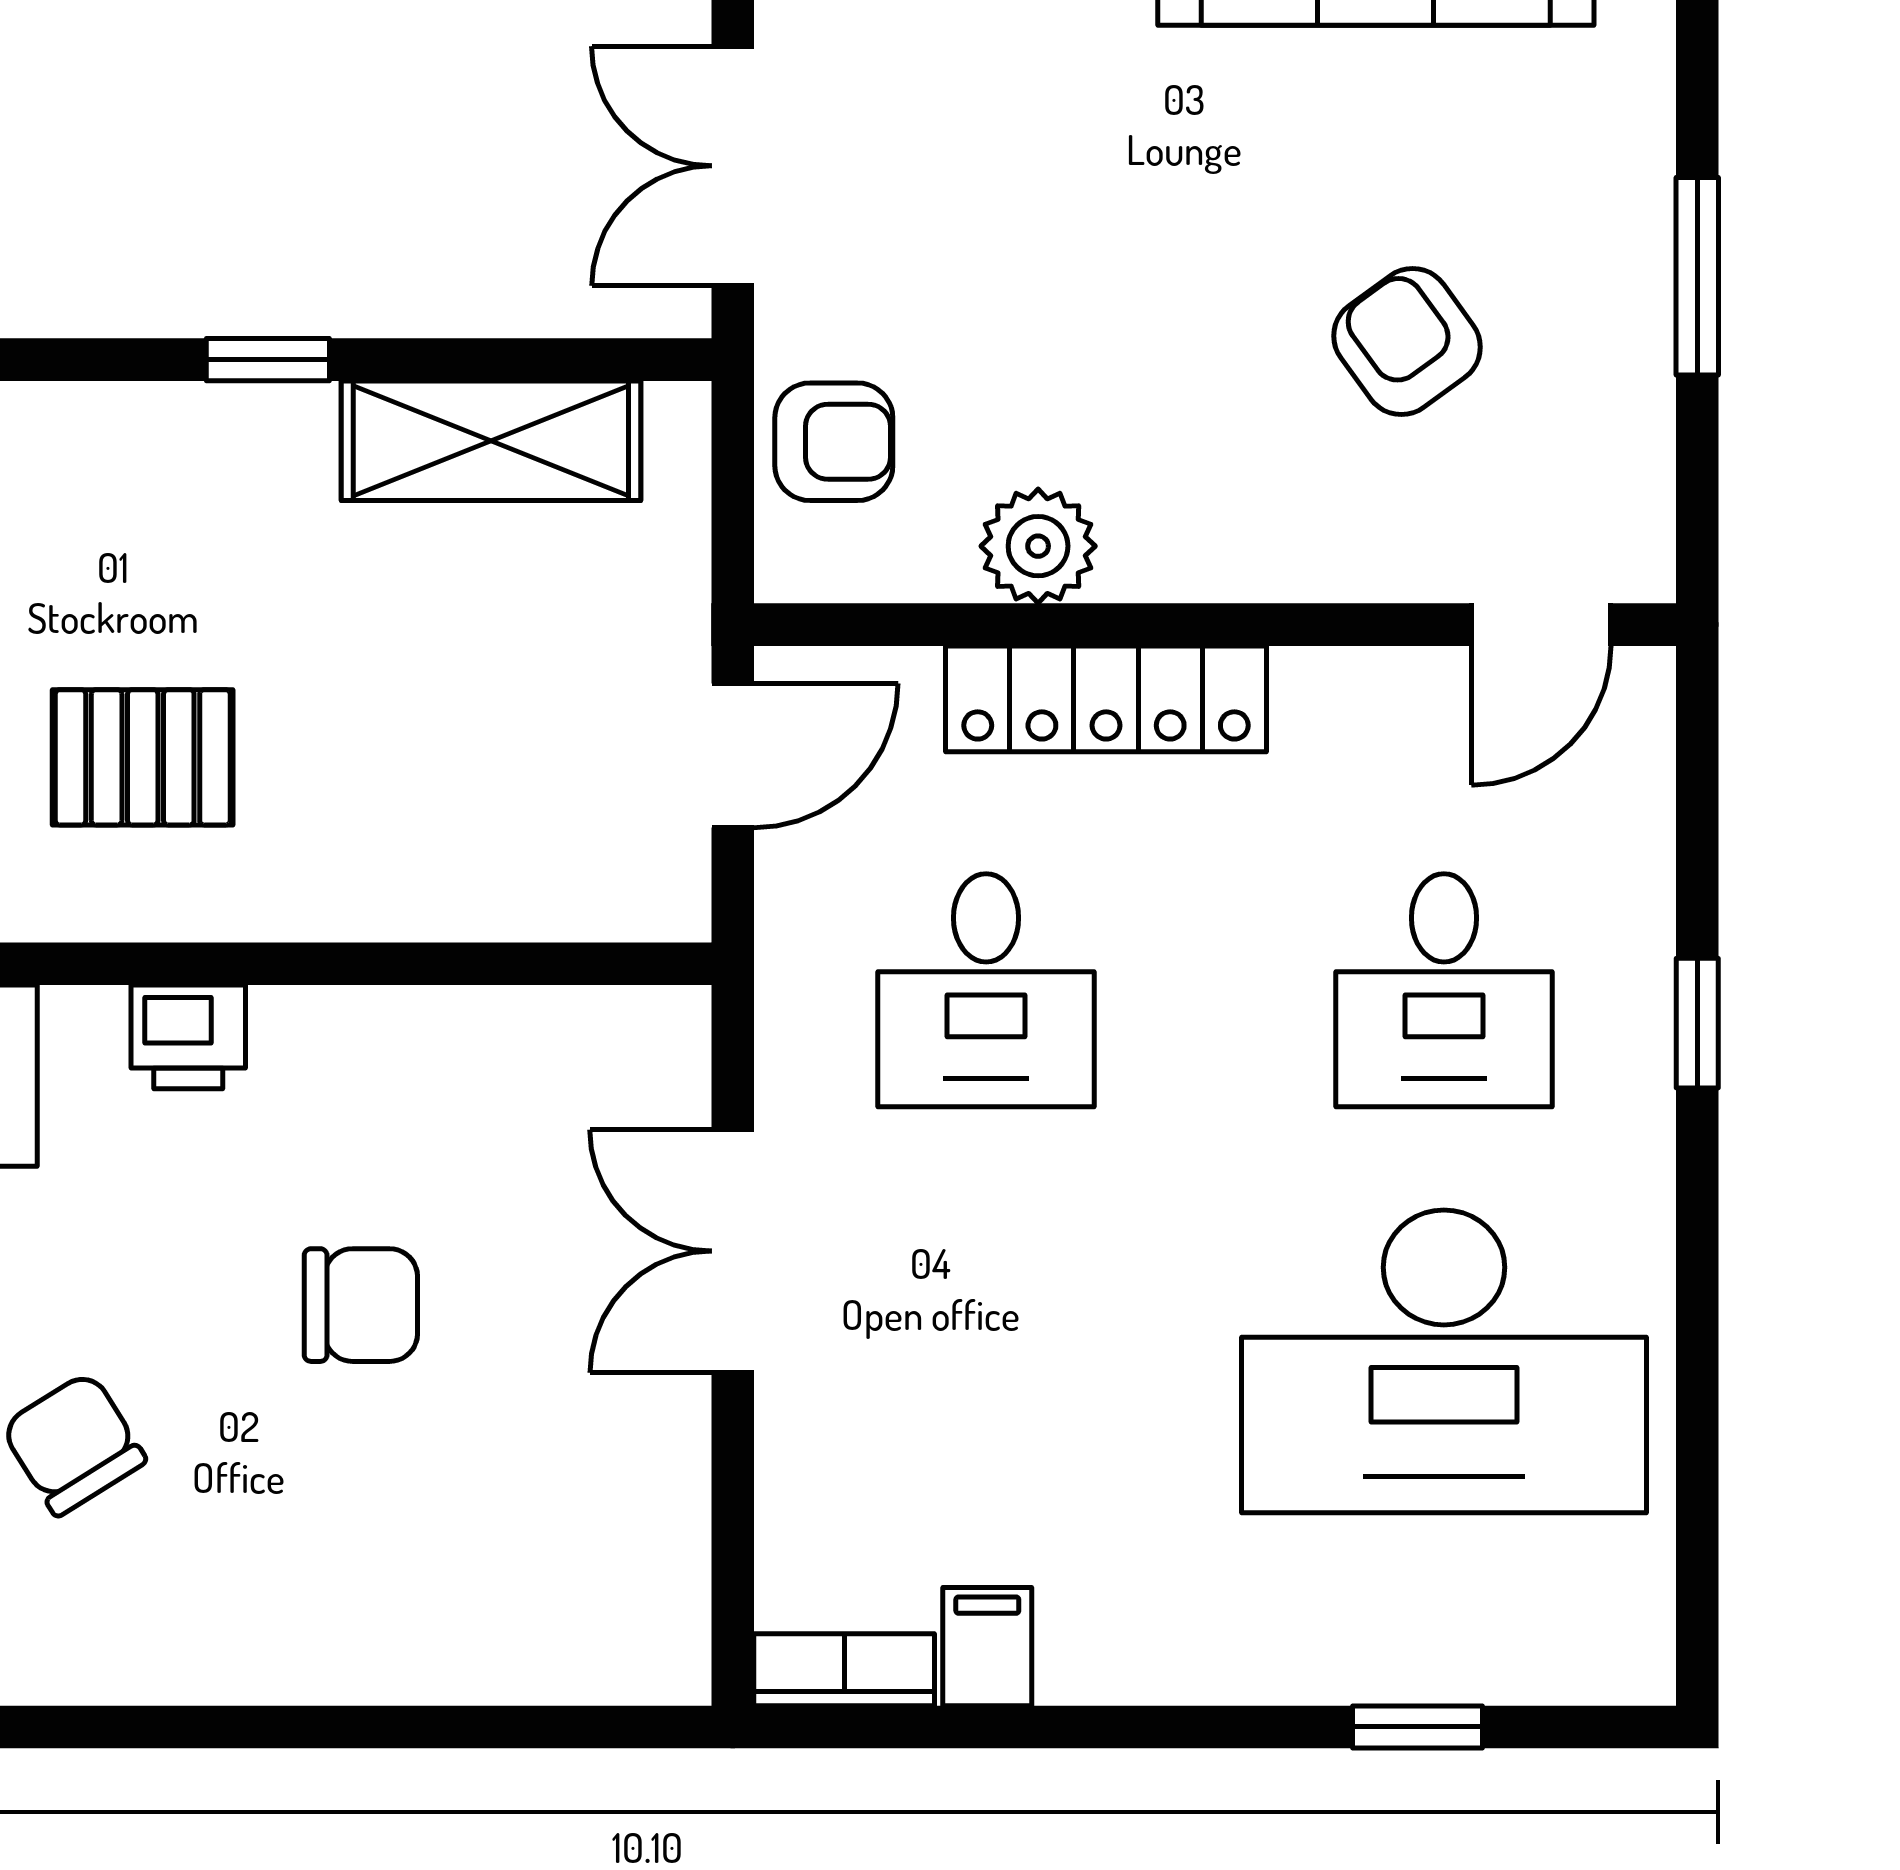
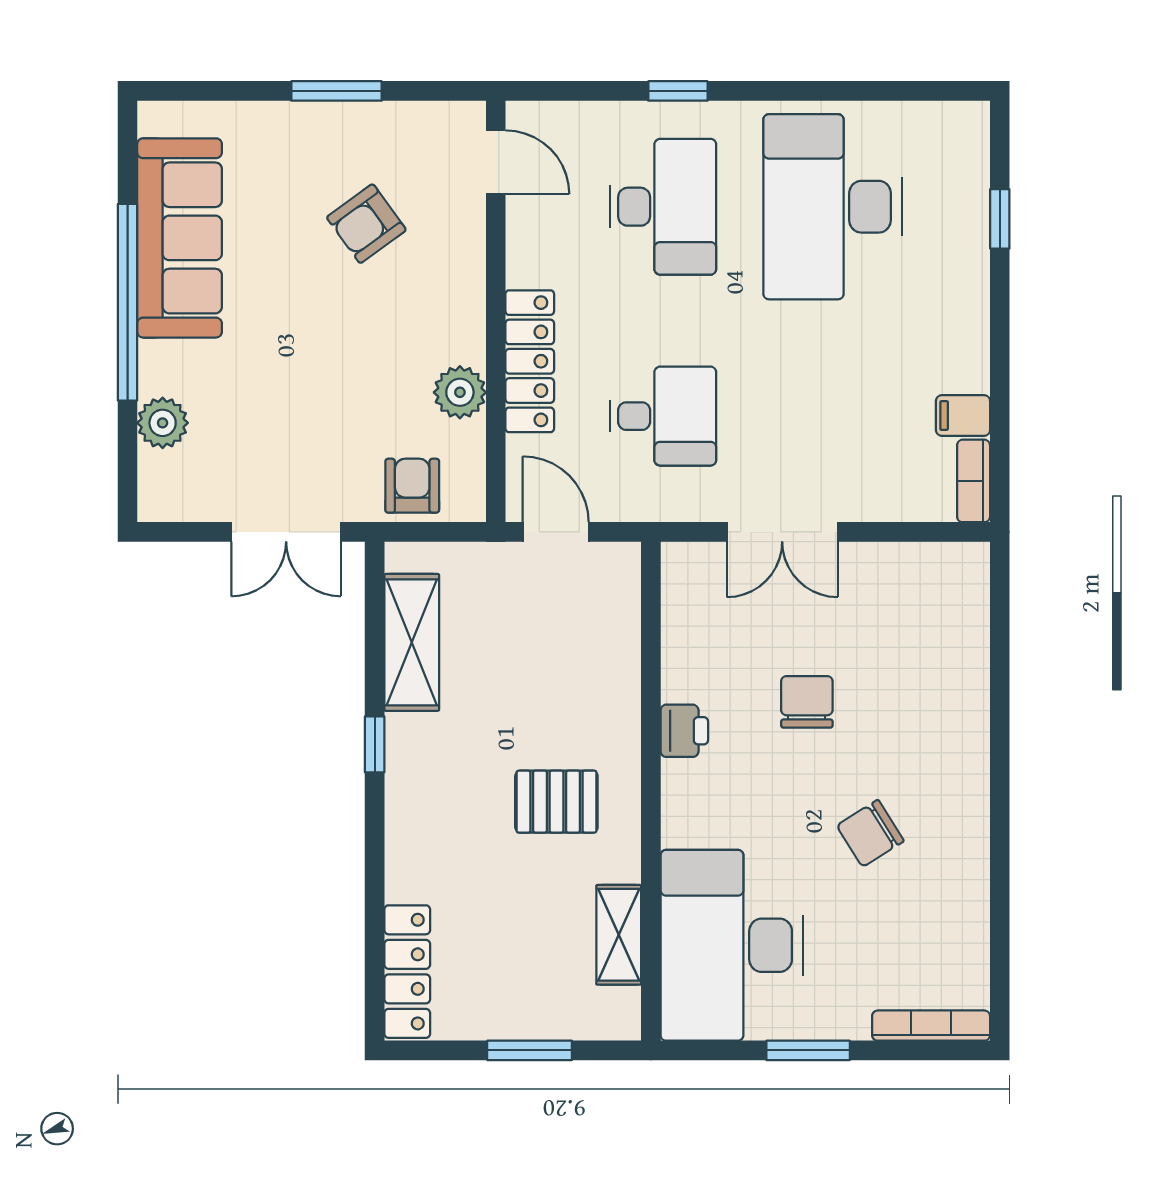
pallet: (143, 757) -> (556, 802), turned 90
desk: (1444, 990) -> (663, 207), width x1.37
printer: (188, 1037) -> (684, 731), moved
desk: (1444, 1361) -> (833, 207), turned 180

